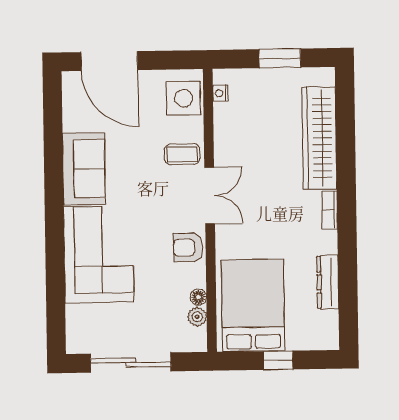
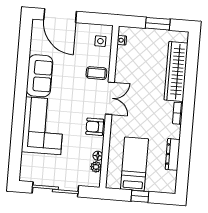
side table: (183, 98) -> (100, 41), width x0.54, depth x0.54
bed: (253, 305) -> (134, 164), width x0.67

